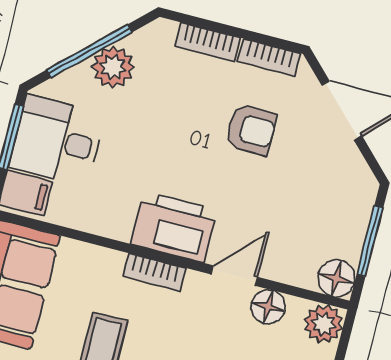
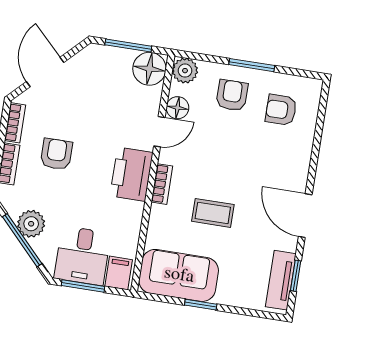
armchair: (251, 130) -> (56, 154), moved
door: (234, 276) -> (159, 132), swing flipped
floor lamp: (337, 278) -> (149, 69), width x1.38, depth x1.38

